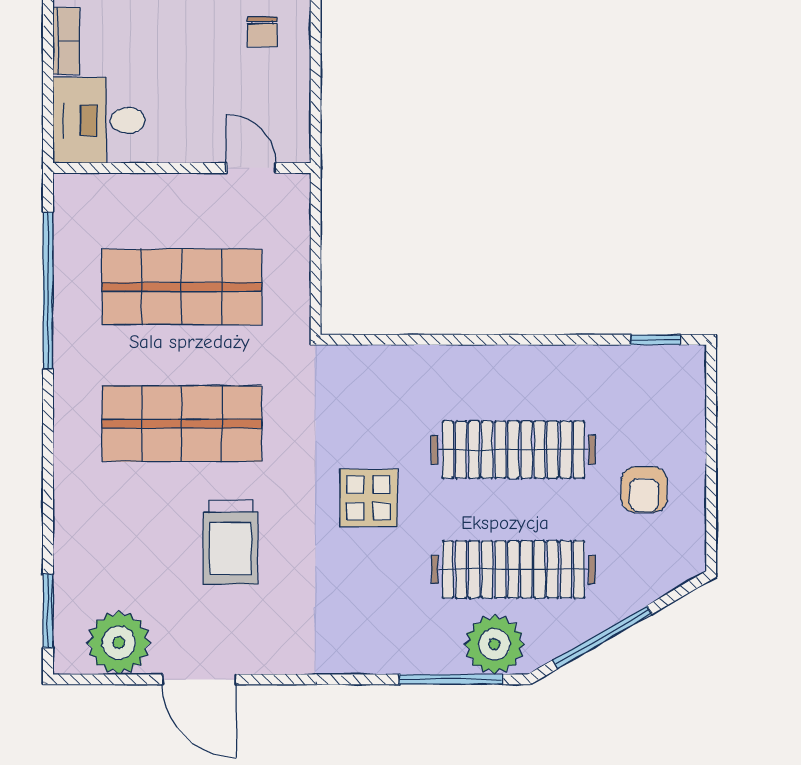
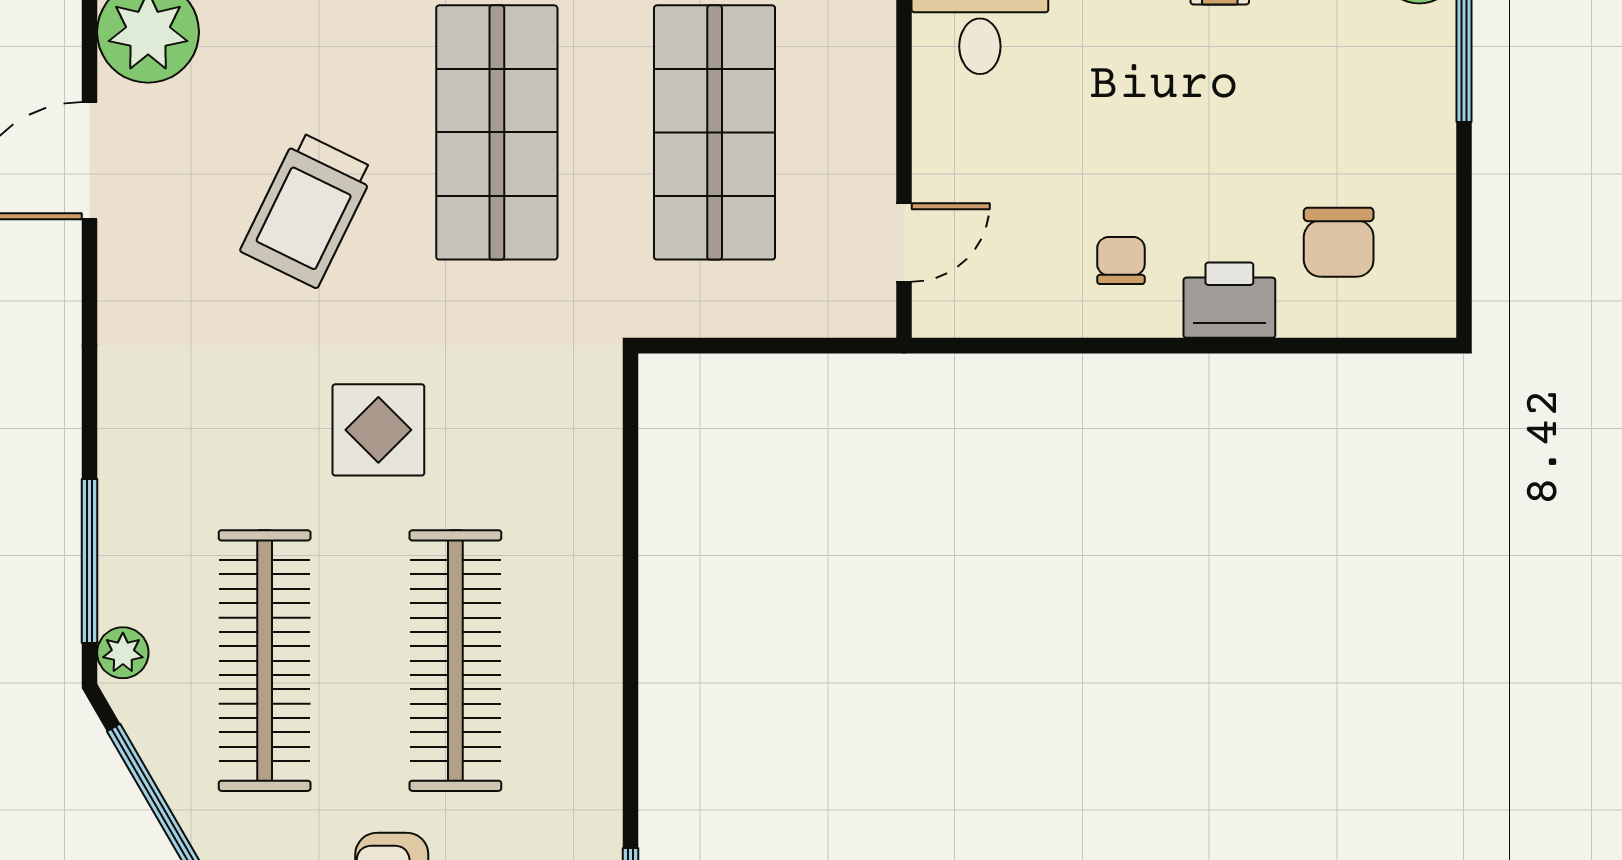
chair: (262, 32) -> (1121, 260), turned 90
trolley: (230, 542) -> (308, 210), turned -64
plant: (494, 644) -> (123, 653), width x0.53, depth x0.53

